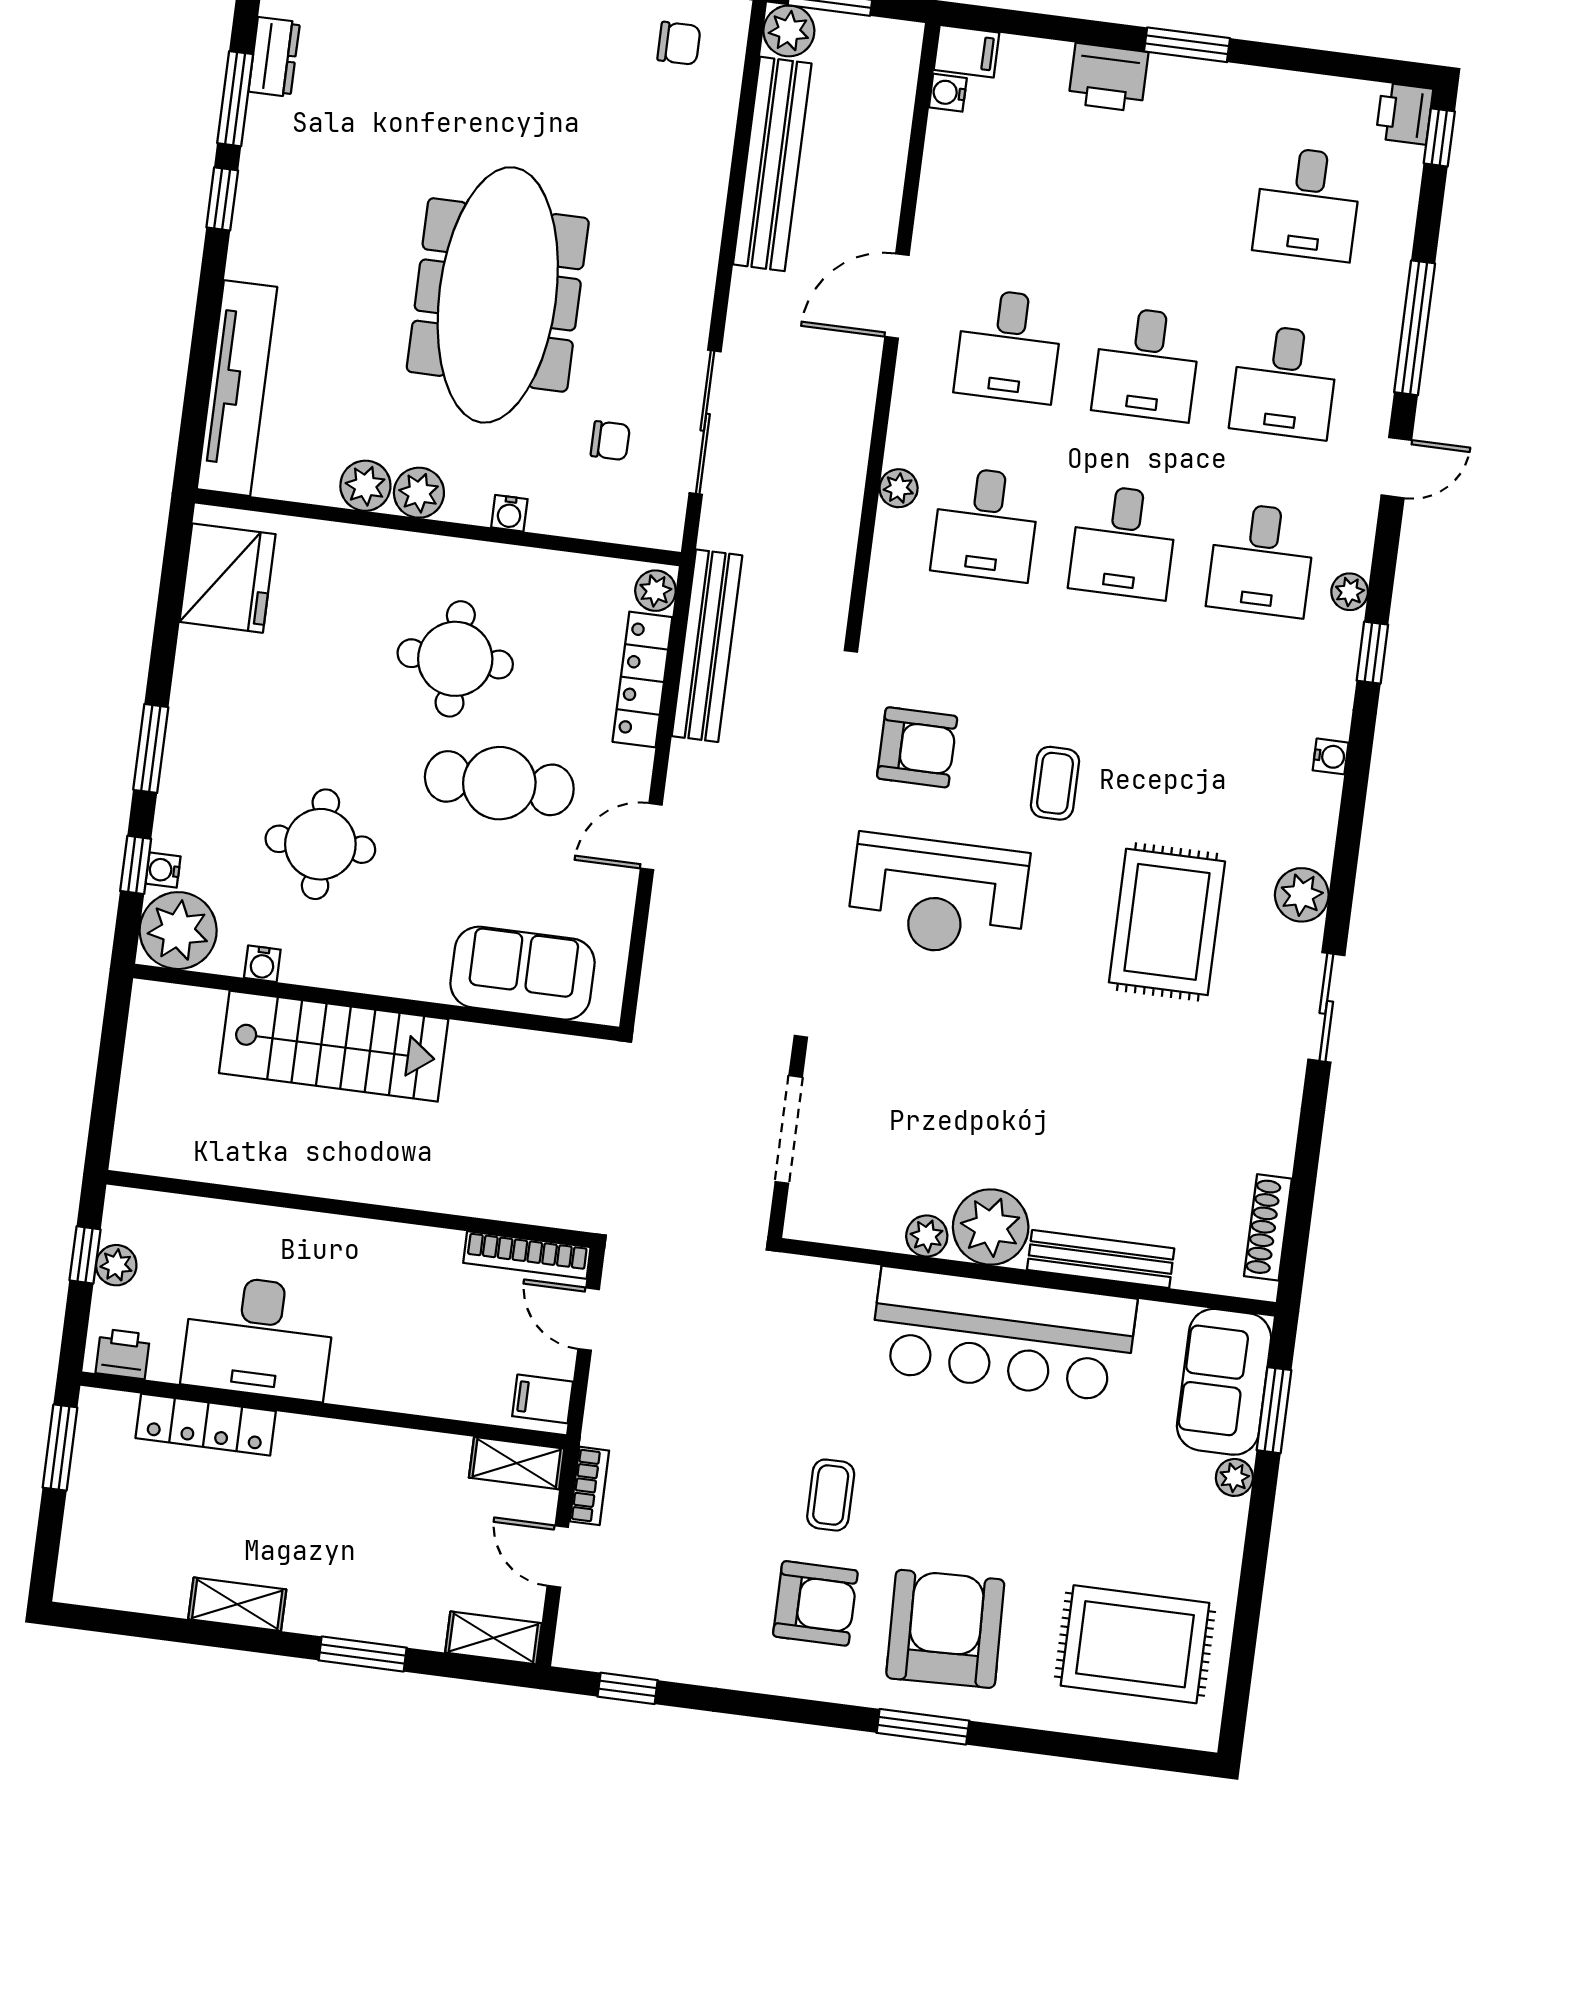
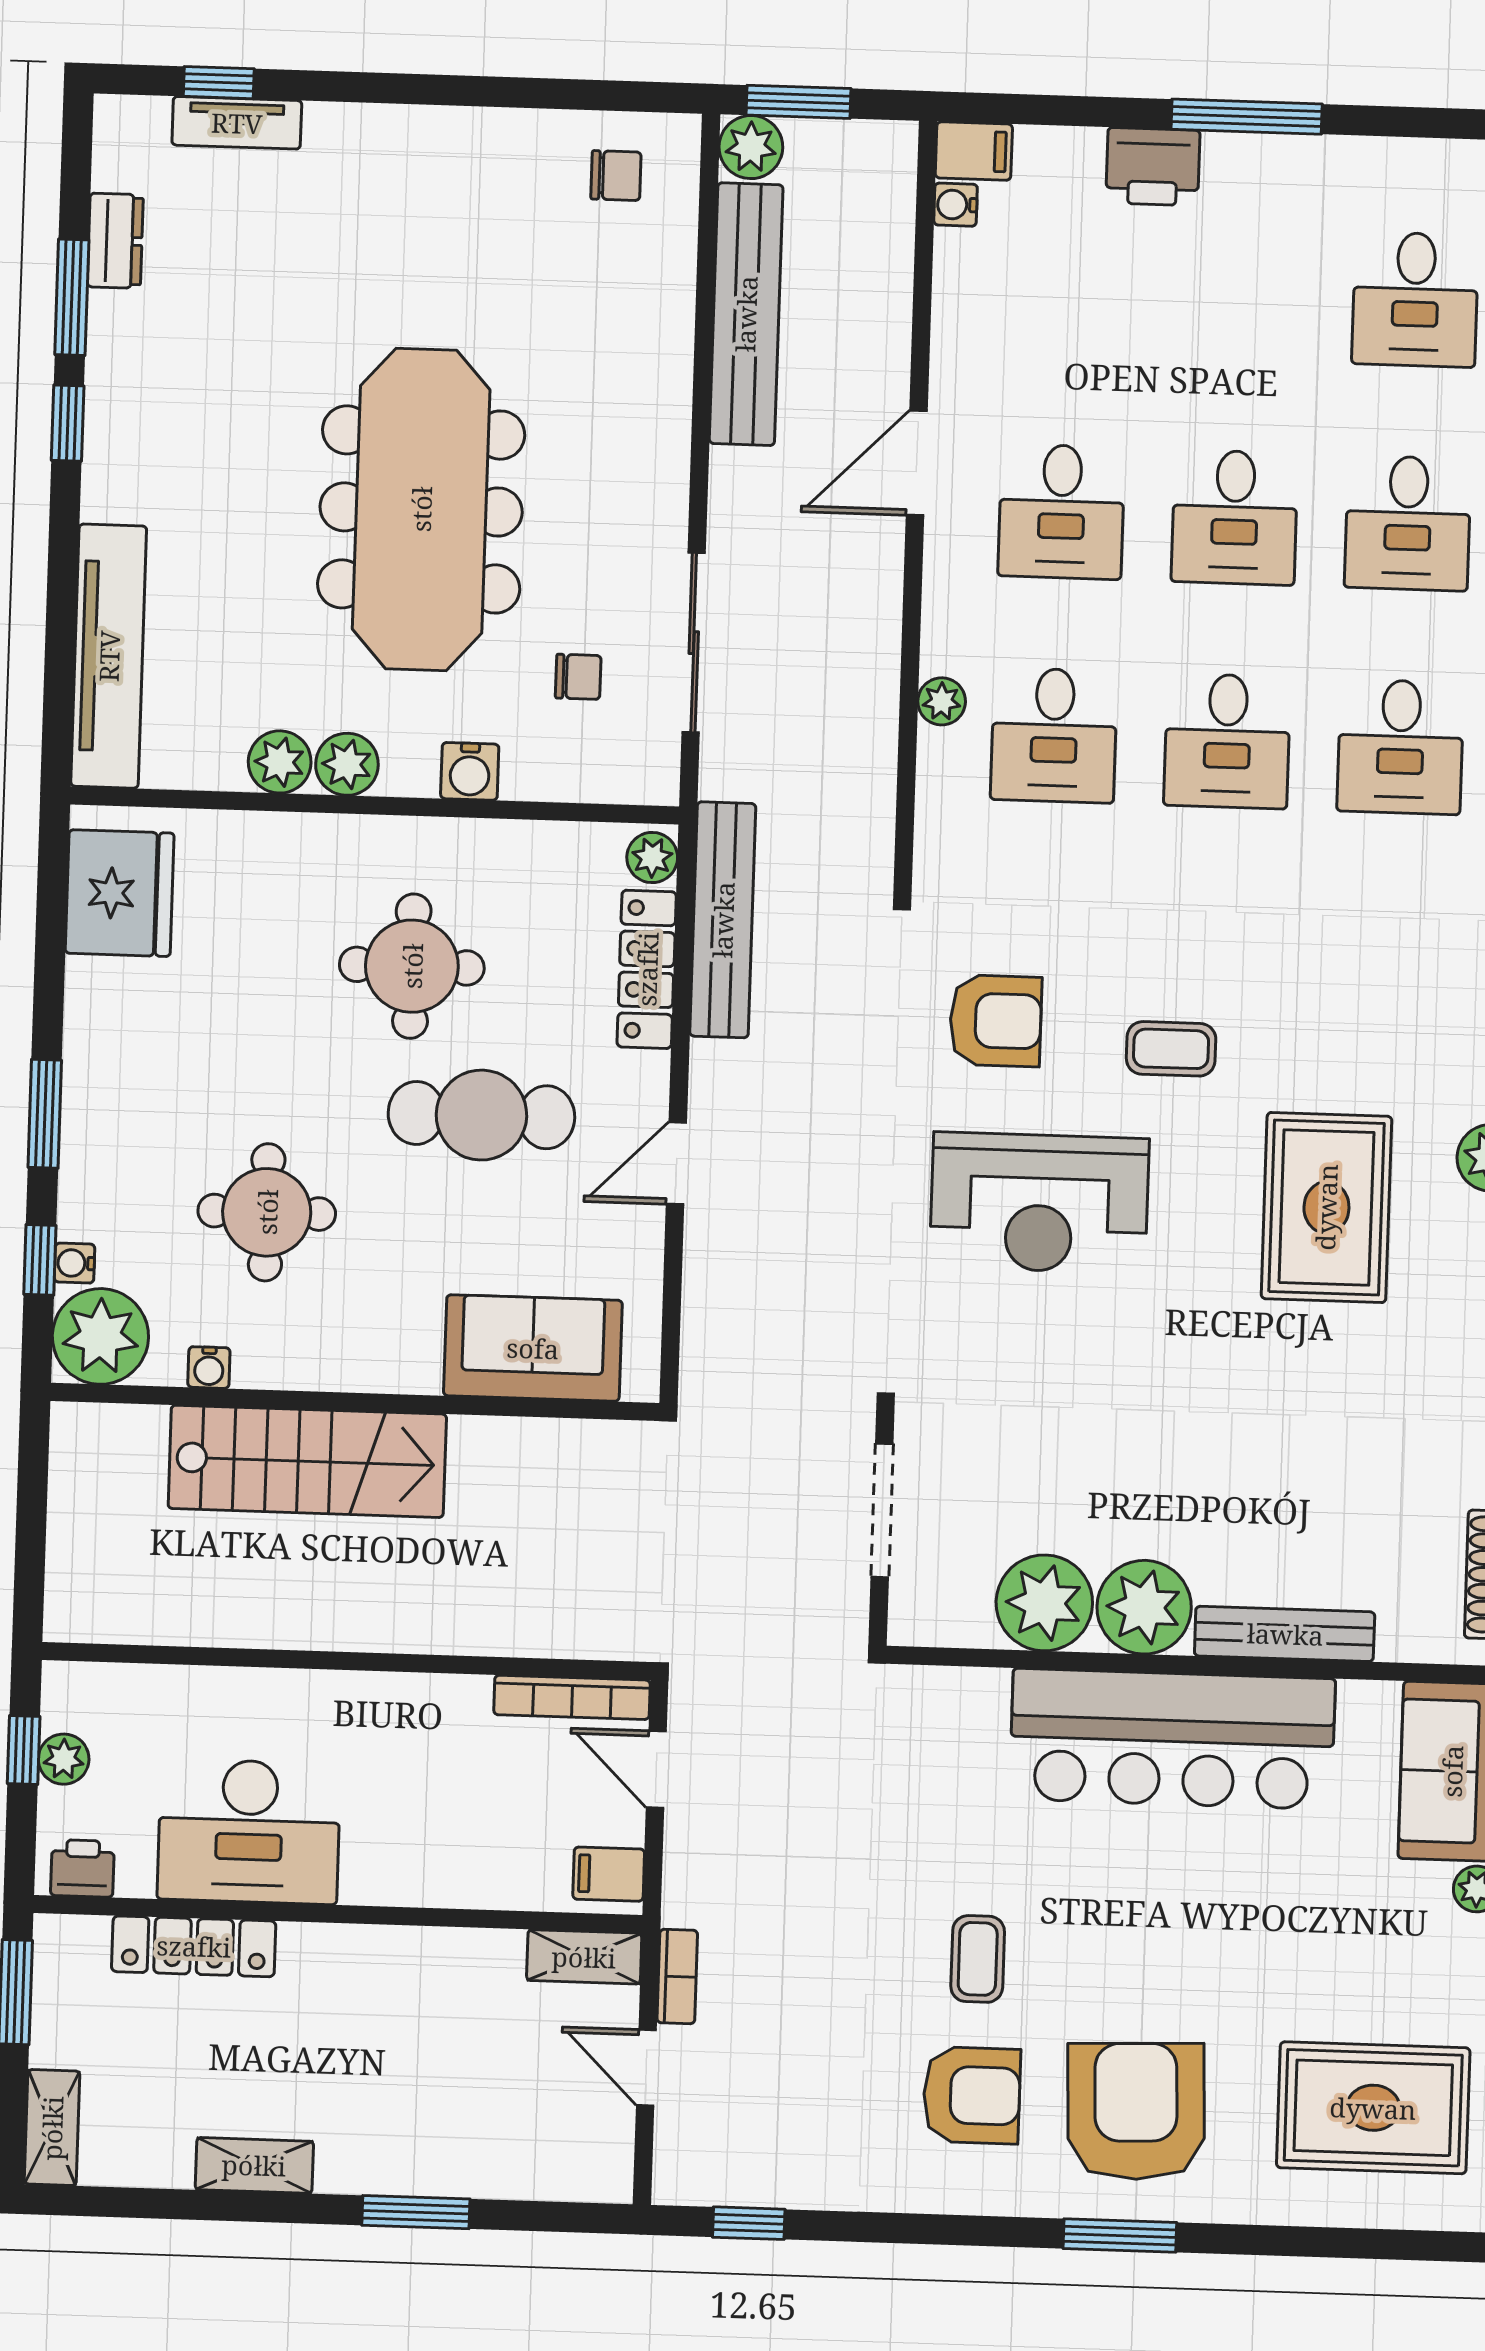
window: (1187, 45) -> (1247, 117), width x1.44
water cooler: (509, 513) -> (470, 771), width x1.38, depth x1.38
coffee table: (1055, 783) -> (1171, 1049), turned 90
plant: (927, 1236) -> (1044, 1603), width x1.88, depth x1.88
shelving: (493, 1638) -> (52, 2128), moved, turned 90

